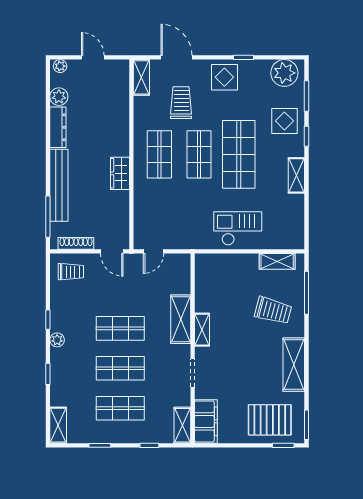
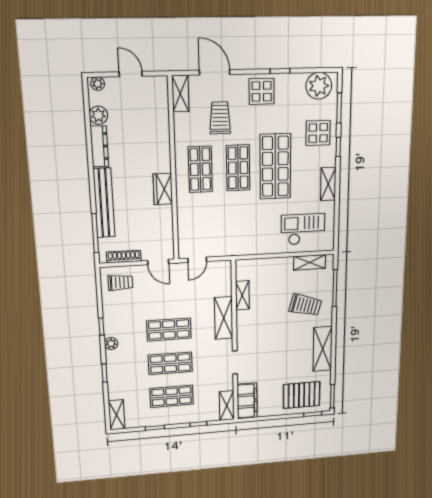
checkout: (238, 228) -> (303, 229), moved
shelving: (202, 330) -> (242, 295), moved

